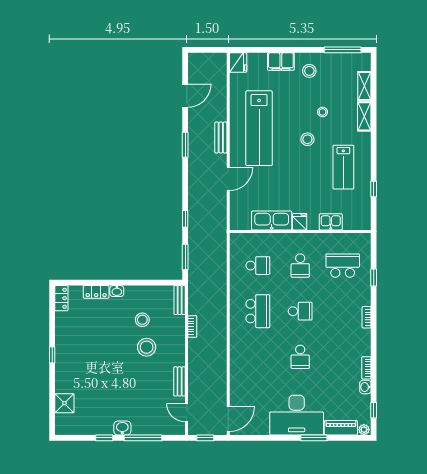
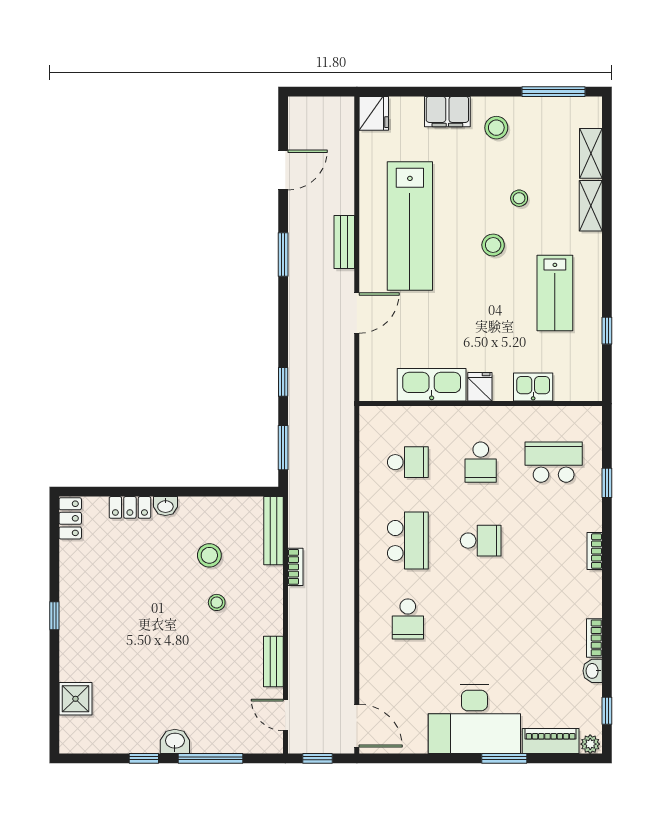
bench: (180, 300) -> (273, 531), width x1.36
stool: (147, 347) -> (217, 602), width x0.53, depth x0.53
school desk: (300, 357) -> (408, 619), moved
door: (228, 419) -> (357, 726), hinge flipped

